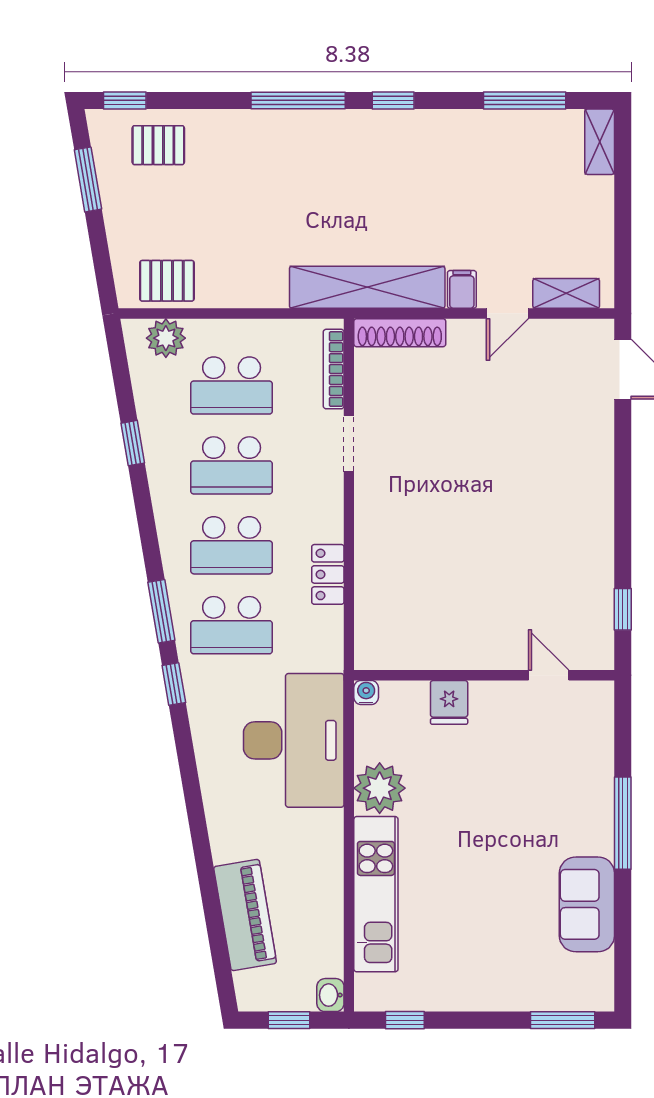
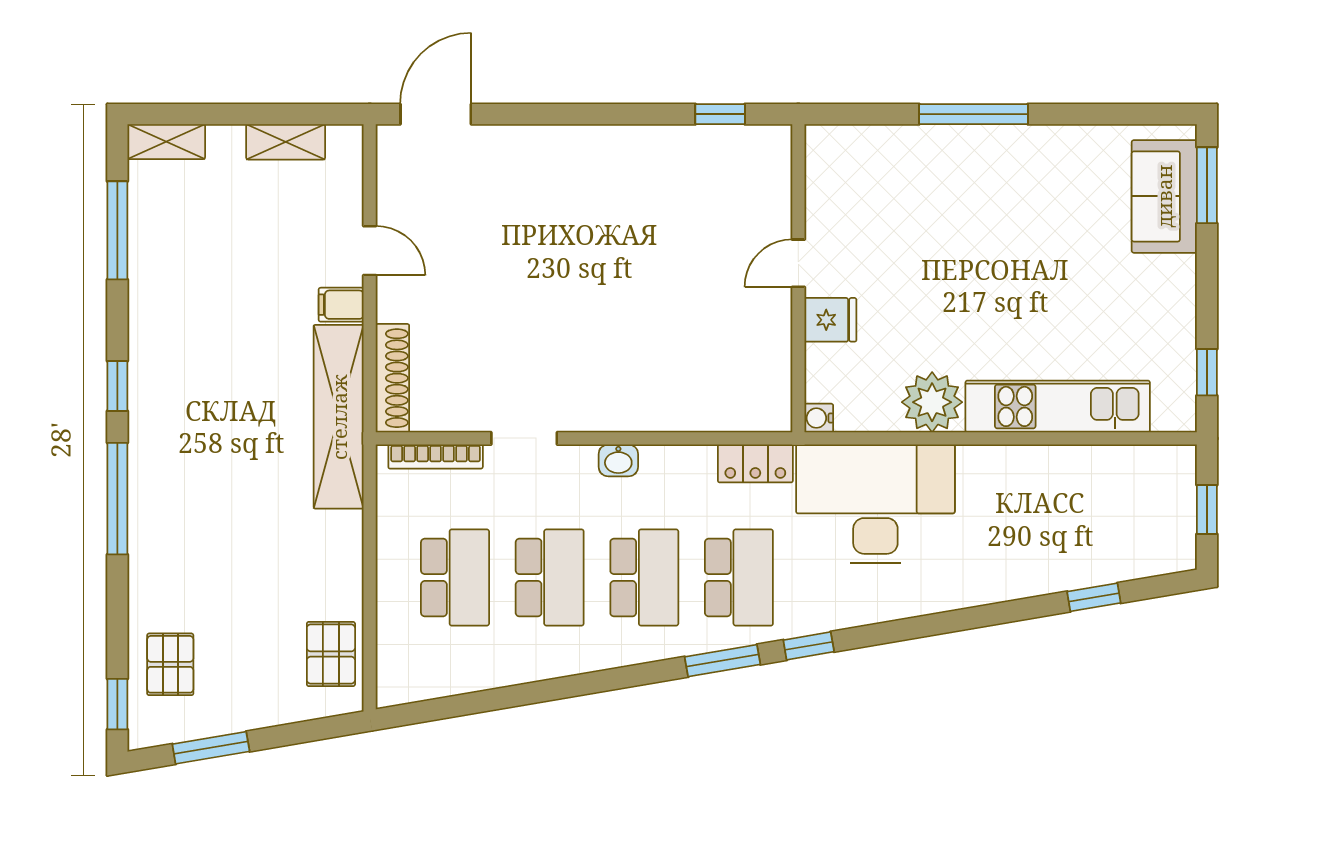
shelving: (566, 293) -> (286, 142), moved, turned 90
plant: (166, 338) -> (399, 655), removed
window: (133, 443) -> (1094, 597), moved
locker: (328, 574) -> (755, 463), moved
door: (549, 675) -> (798, 263), moved
sofa: (587, 904) -> (1164, 196), moved, turned 90
piano: (245, 915) -> (1082, 561), removed
washbasin: (330, 995) -> (618, 460), moved

